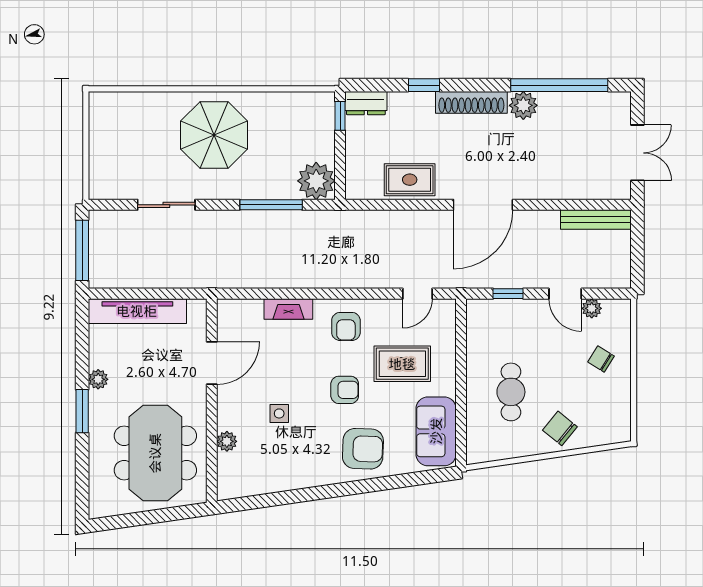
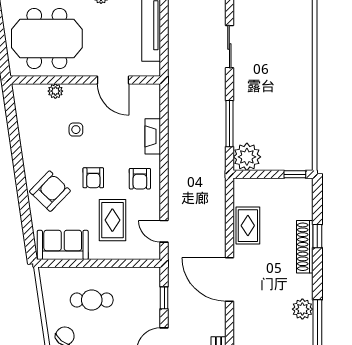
shoe rack: (471, 102) -> (305, 247), moved
dresser: (366, 103) -> (304, 193), removed
parasol: (214, 135) -> (281, 82), removed
armchair: (346, 326) -> (140, 179), turned -90
armchair: (363, 449) -> (50, 191), turned -138

